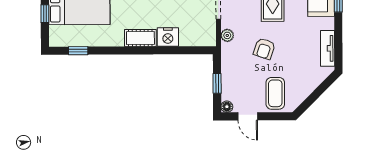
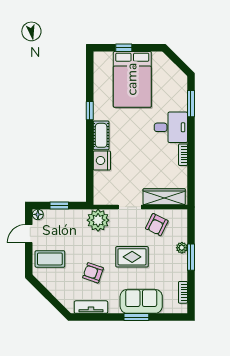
plant: (227, 35) -> (98, 220), width x1.88, depth x1.88
armchair: (264, 49) -> (93, 273), moved
window: (78, 51) -> (90, 111), moved

